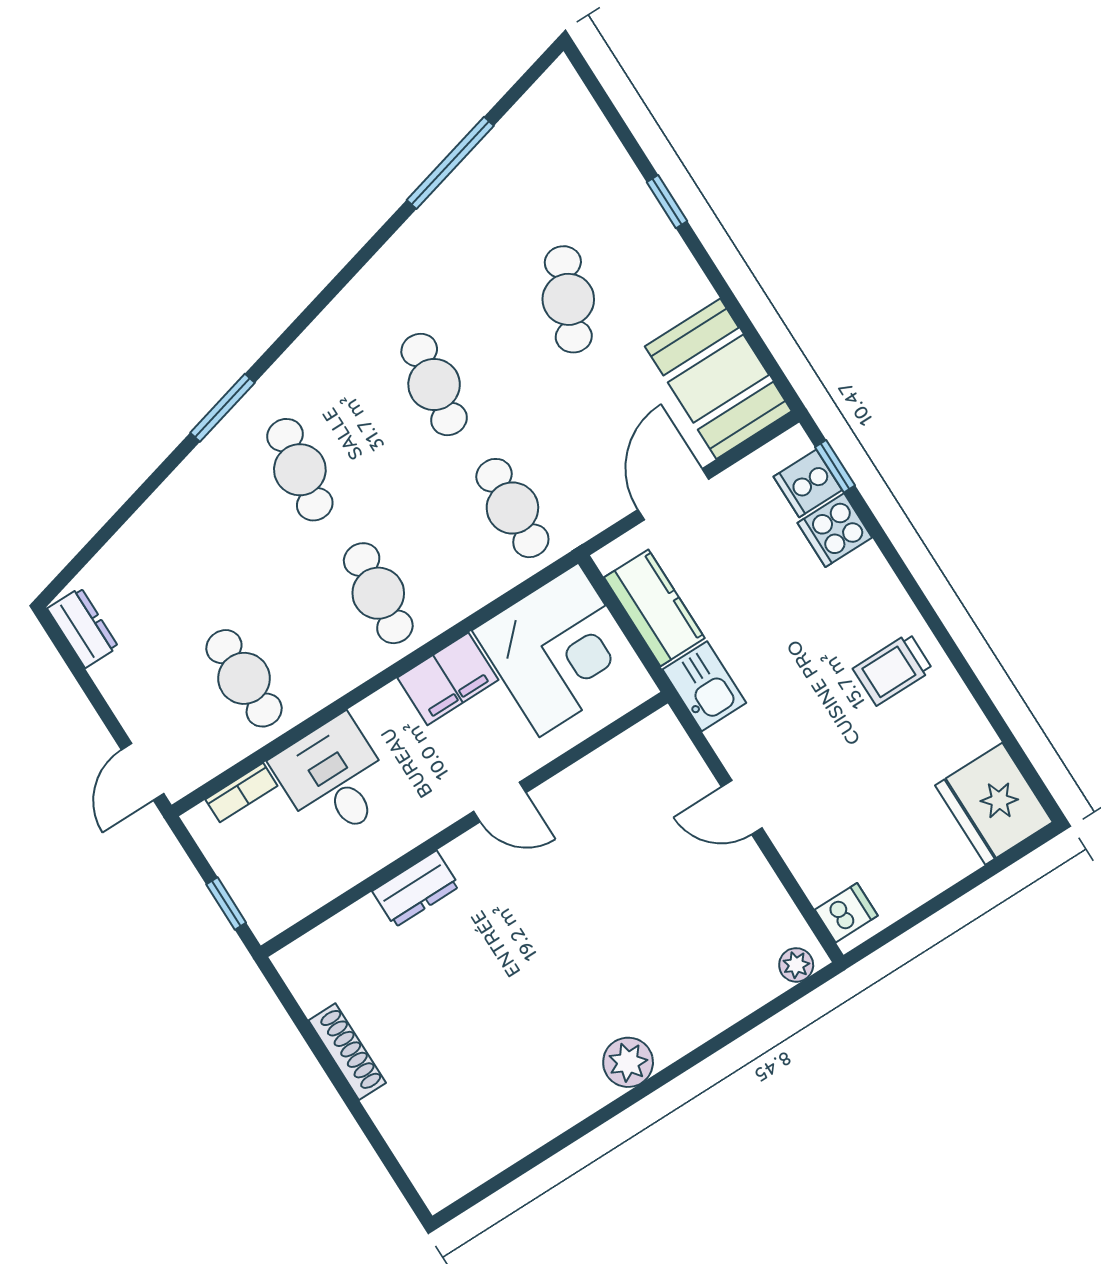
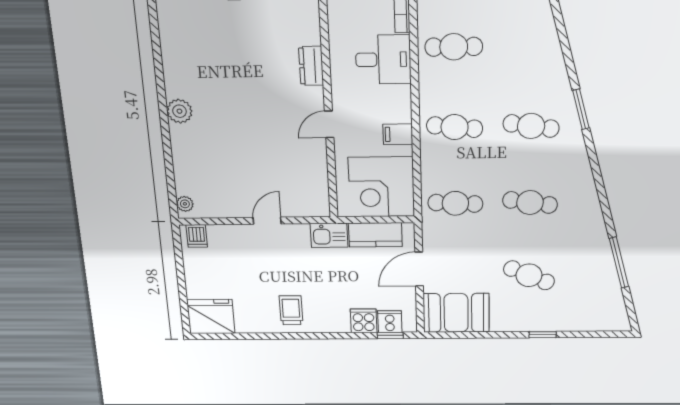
door: (673, 494) -> (419, 269), swing flipped
filing cabinet: (448, 679) -> (398, 134), width x0.50

